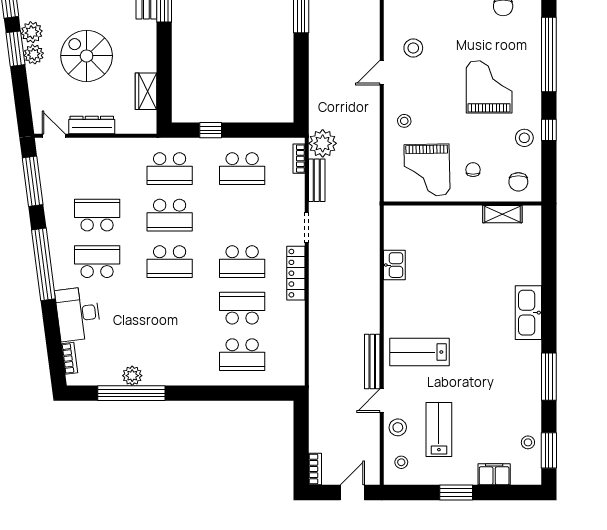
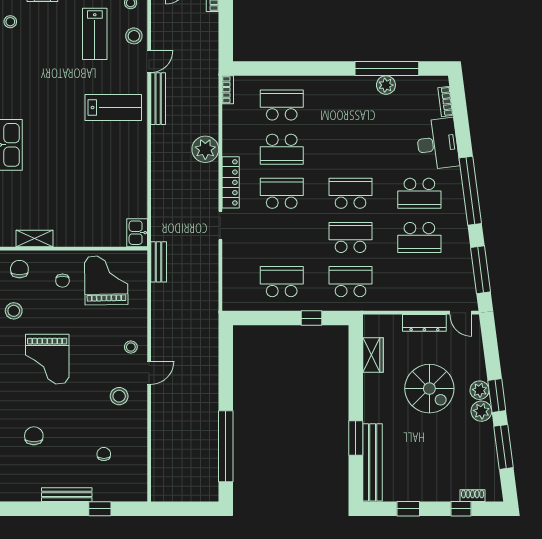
stool: (404, 121) -> (131, 347), moved
plant: (323, 143) -> (205, 149), moved
bookcase: (299, 159) -> (228, 90), moved
bench: (317, 180) -> (159, 262), moved
kitchen sink: (394, 265) -> (137, 233), moved

